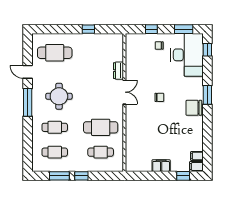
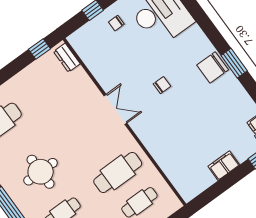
window: (88, 29) -> (40, 49), moved
dresser: (118, 71) -> (67, 58), moved
window: (207, 95) -> (234, 63), moved

